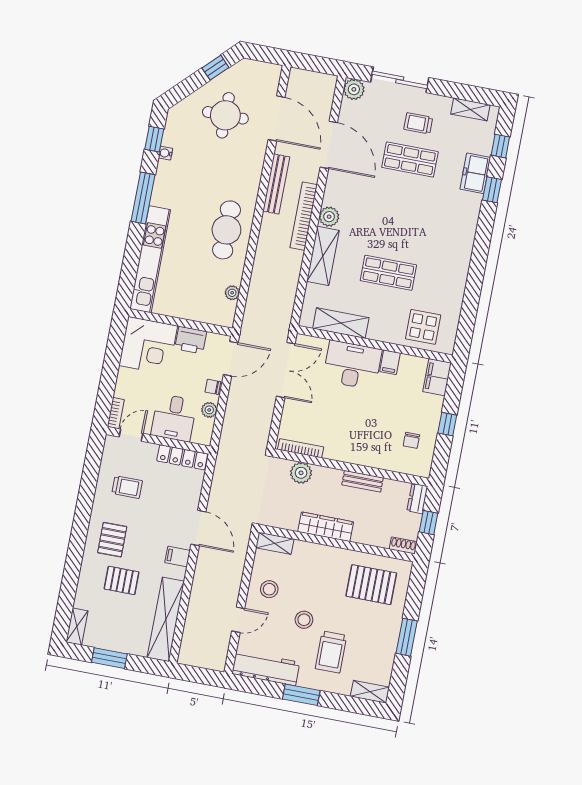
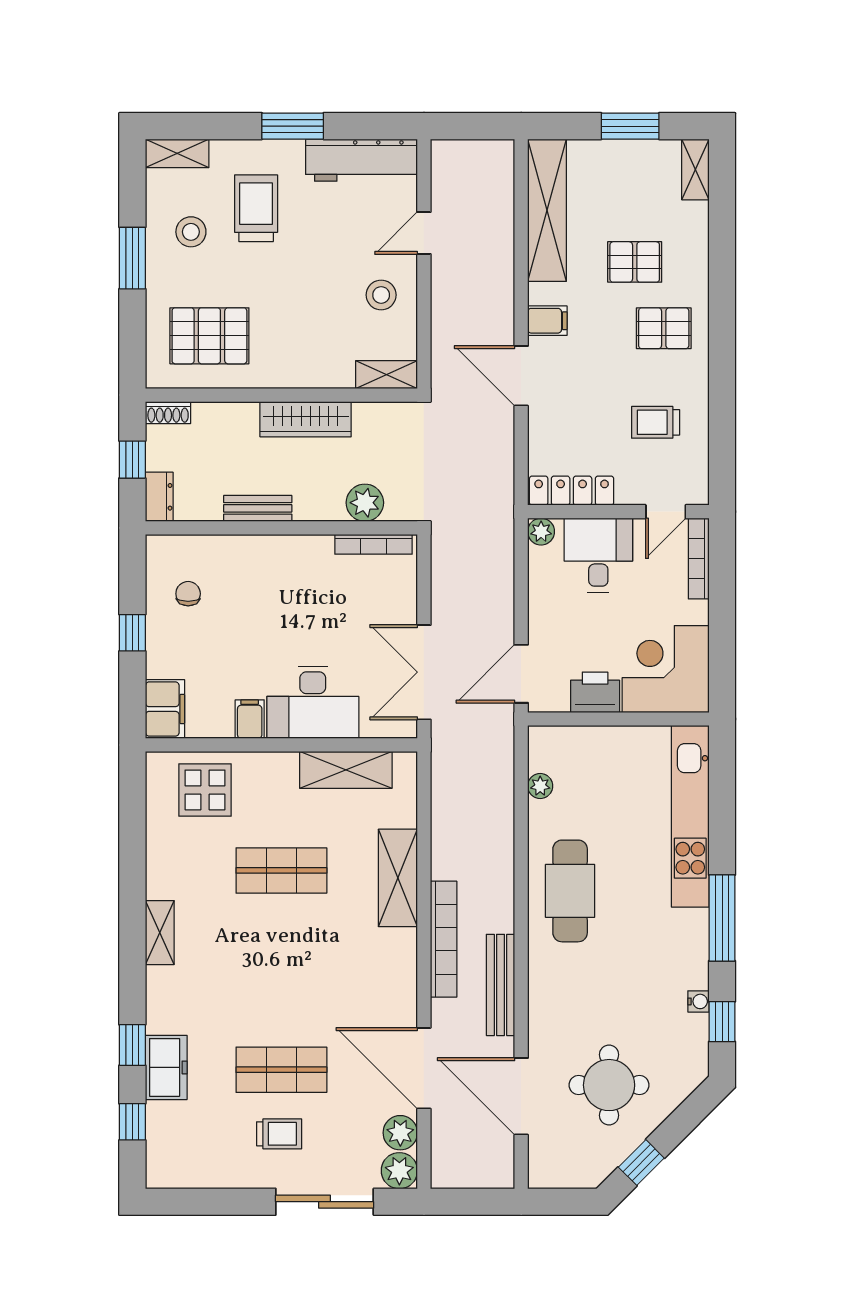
shelving: (470, 109) -> (160, 933), moved, turned 90
plant: (329, 217) -> (400, 1133), moved
chair: (213, 387) -> (542, 620), removed
plant: (209, 410) -> (541, 532), moved
bookcase: (116, 413) -> (699, 559), width x1.56
pallet: (112, 540) -> (664, 328), turned 90
stool: (304, 620) -> (191, 232), moved

